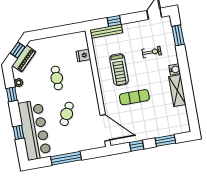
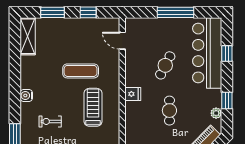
fridge: (83, 55) -> (133, 94), moved
shelving: (177, 91) -> (28, 36), moved
door: (105, 128) -> (122, 41), width x0.53

